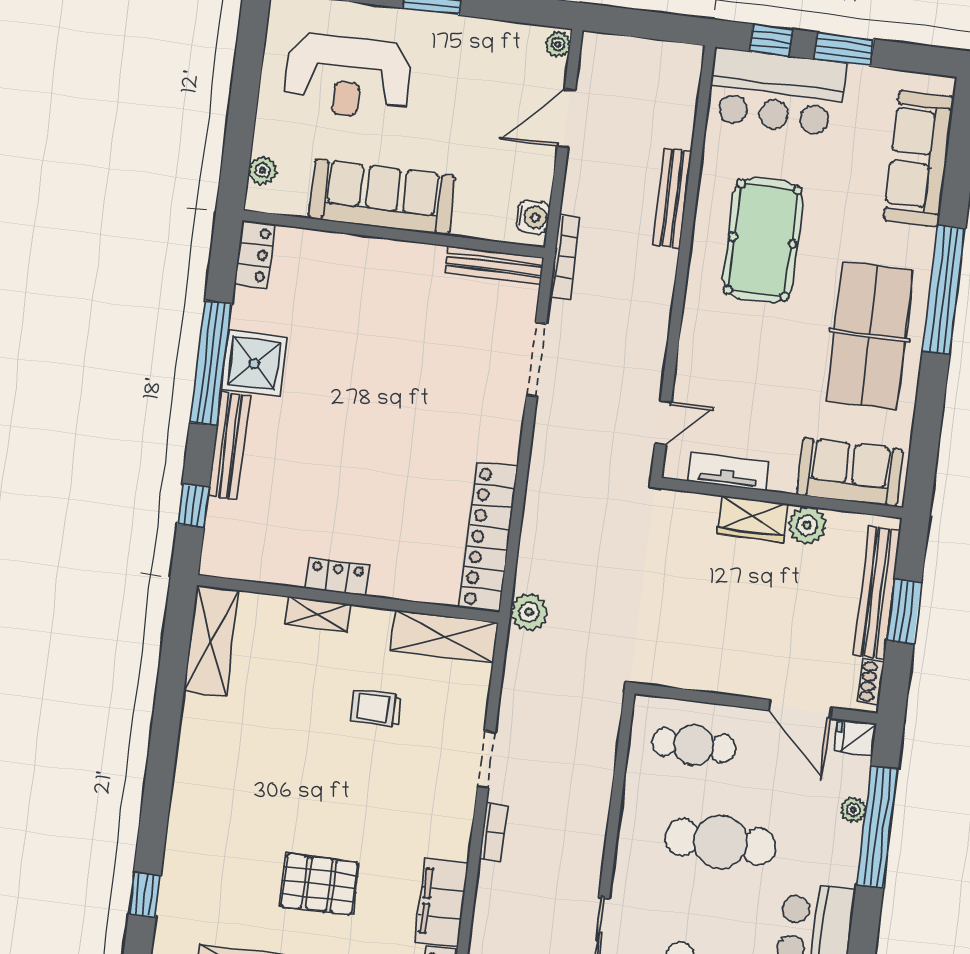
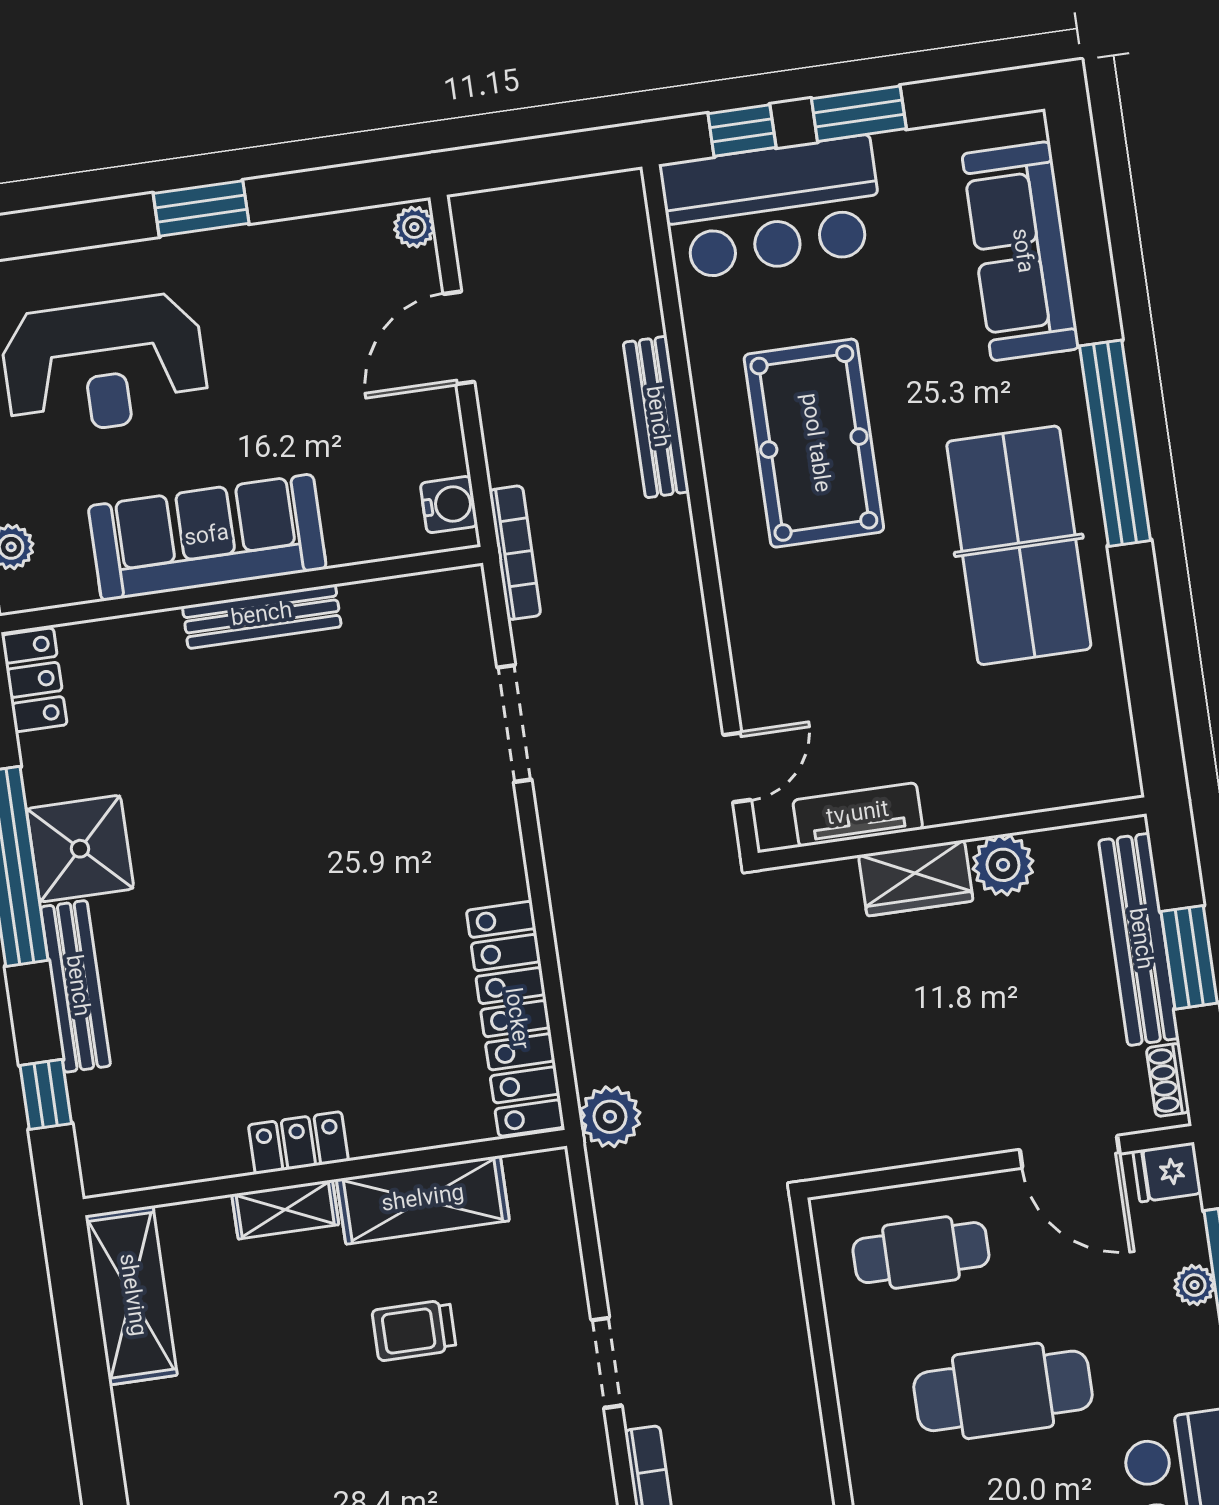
bench: (494, 265) -> (262, 616), moved
sofa: (850, 472) -> (1046, 765), removed
shelving: (445, 637) -> (423, 1200), moved

